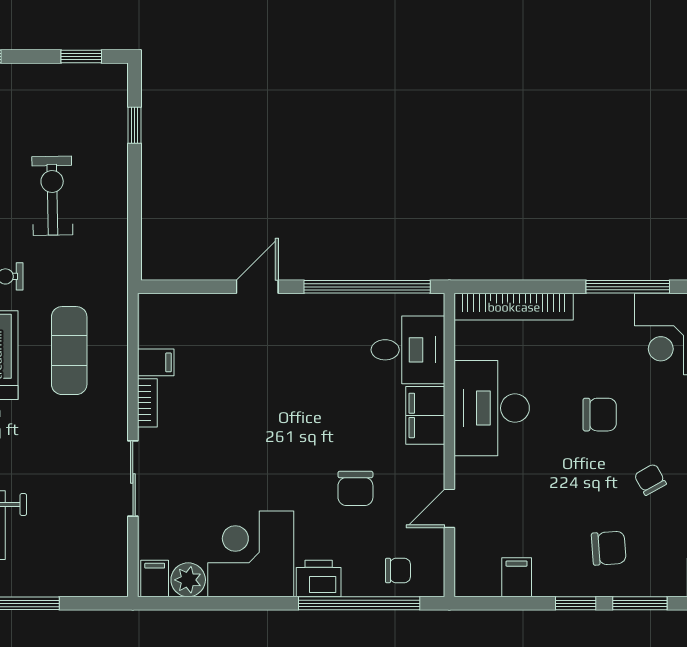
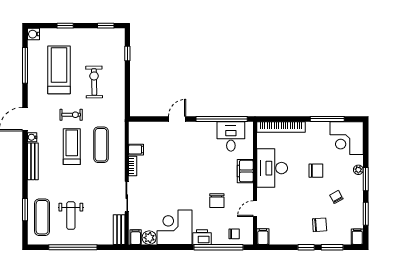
desk: (408, 350) -> (231, 136), moved, turned -90
bench: (114, 560) -> (119, 230), added
filing cabinet: (517, 577) -> (263, 237), moved

